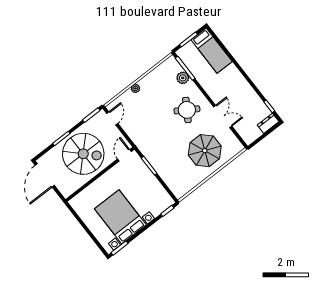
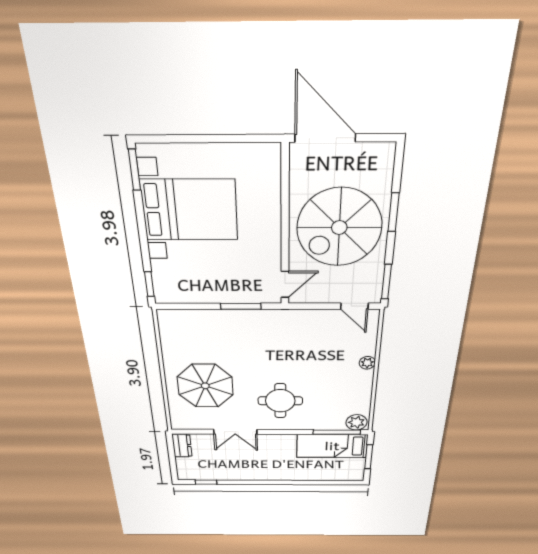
bed: (212, 51) -> (332, 446), moved
plant: (183, 78) -> (356, 422), moved
round table: (187, 110) -> (280, 401), turned -32
dresser: (268, 123) -> (182, 446), moved
door: (124, 155) -> (285, 284), hinge flipped
door: (45, 175) -> (325, 138), moved

